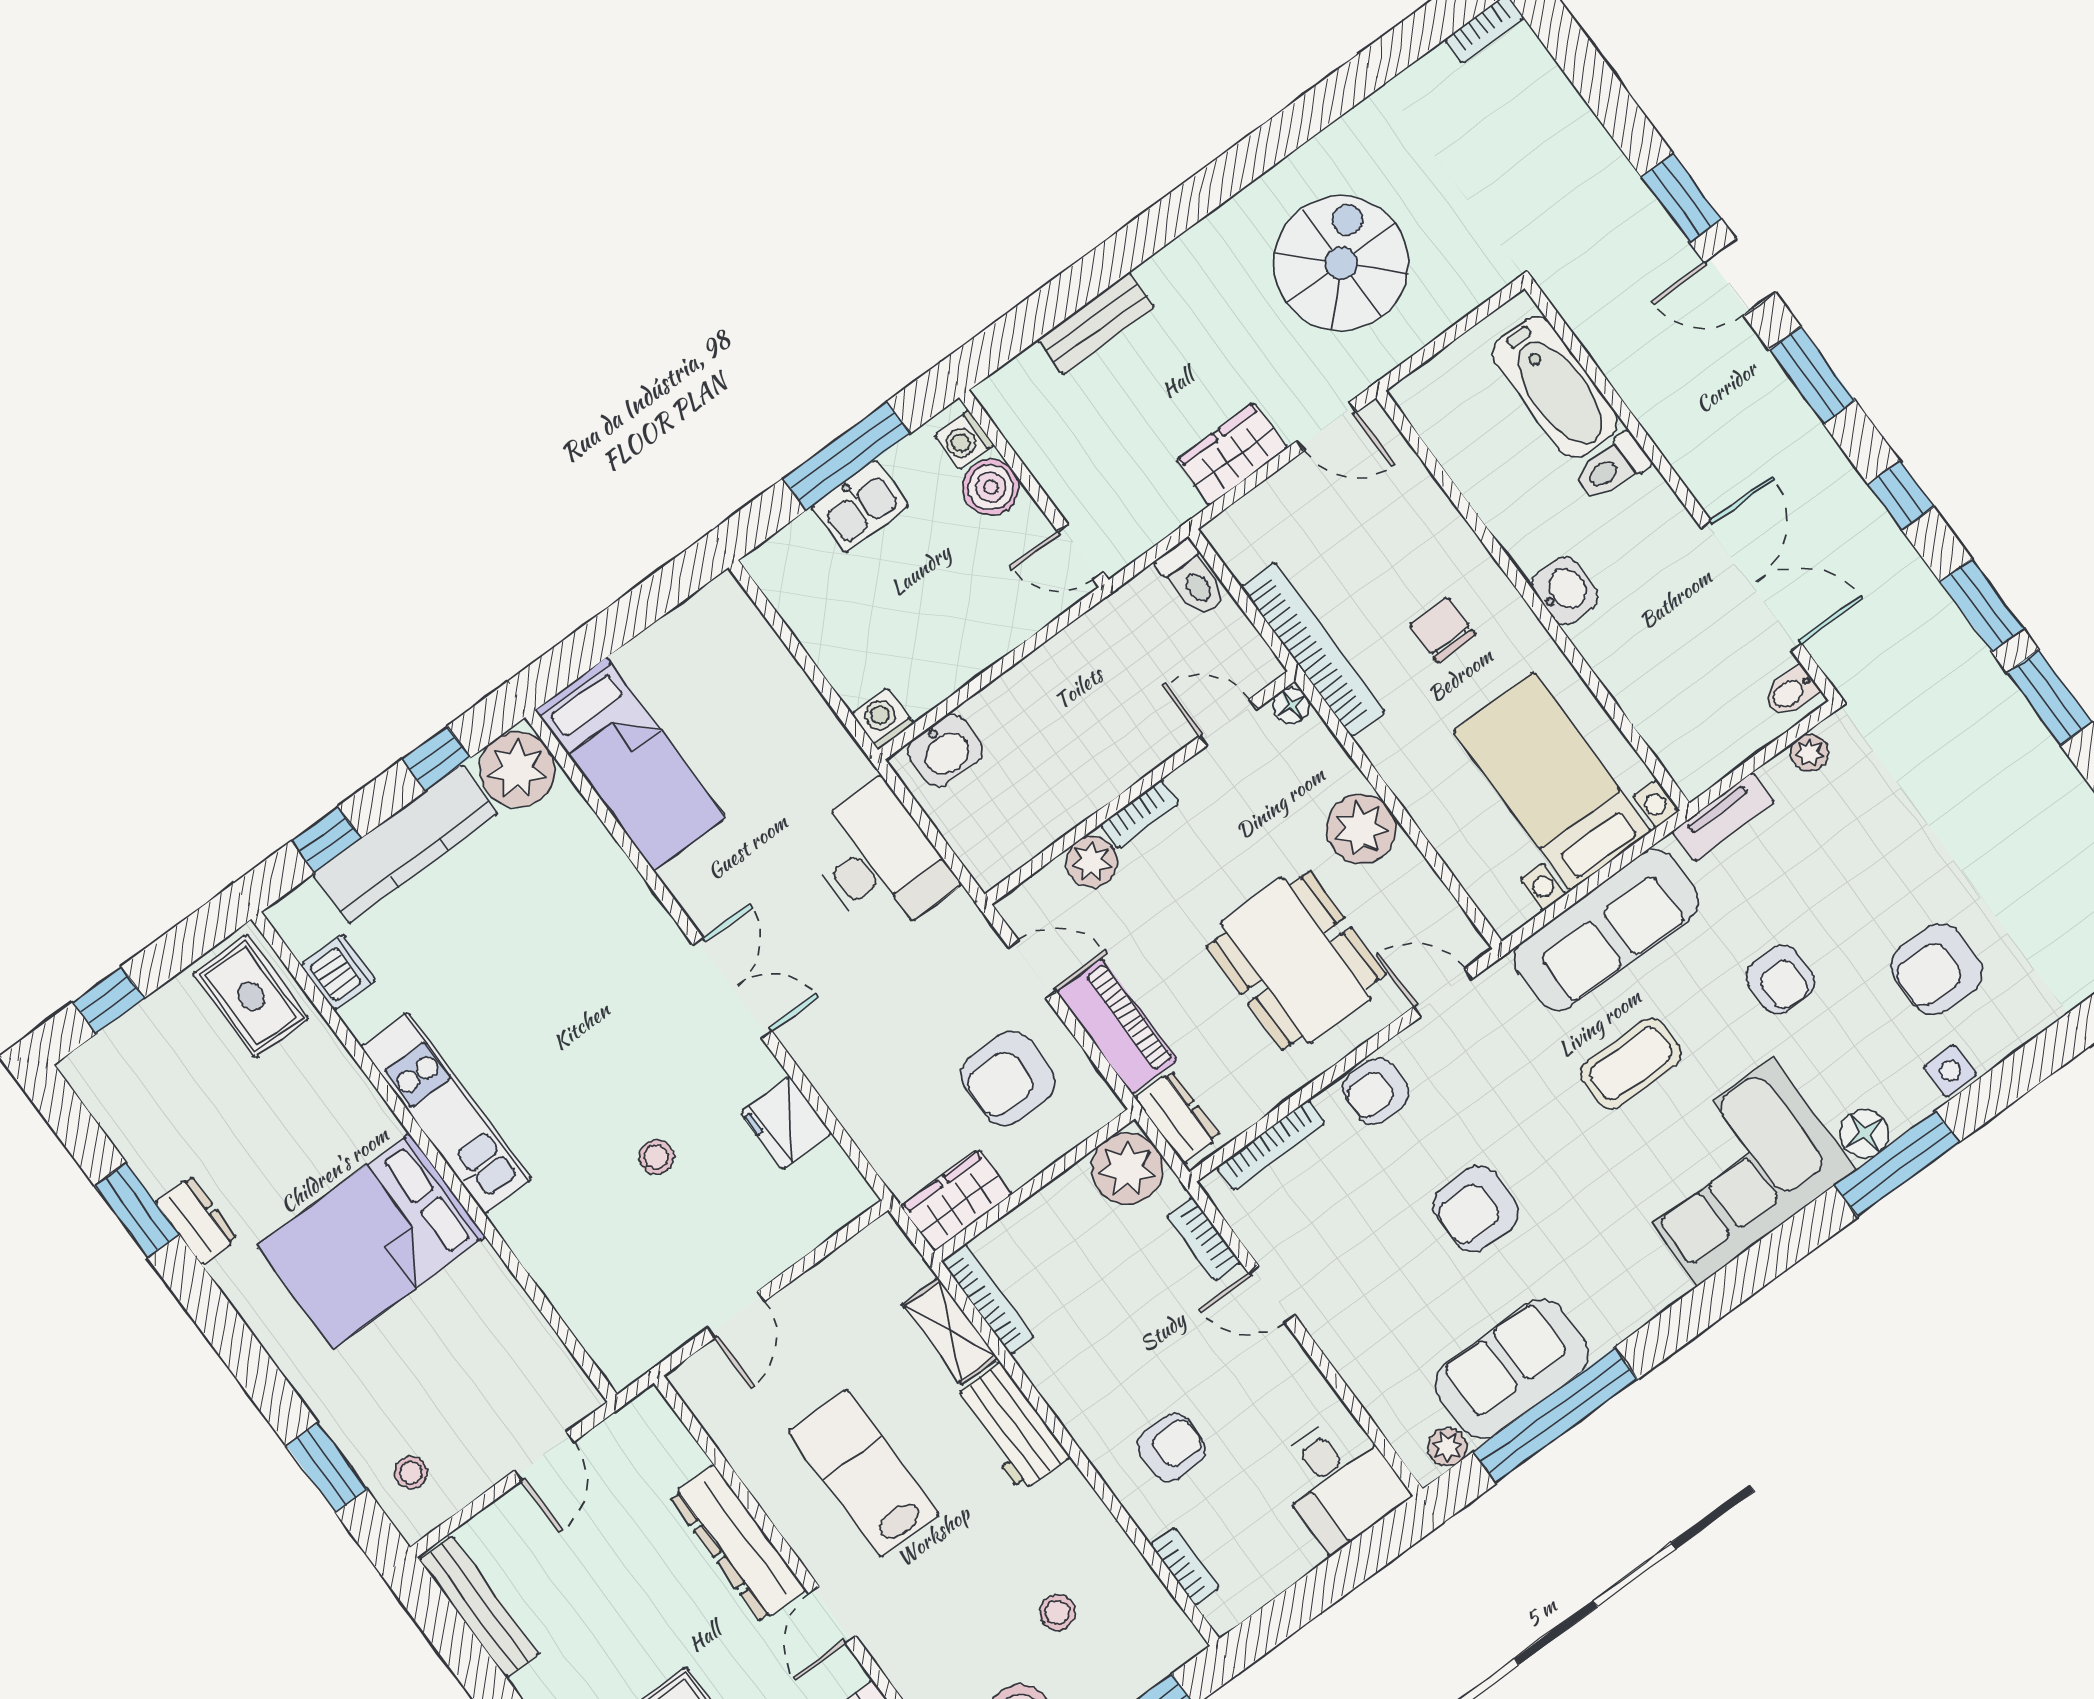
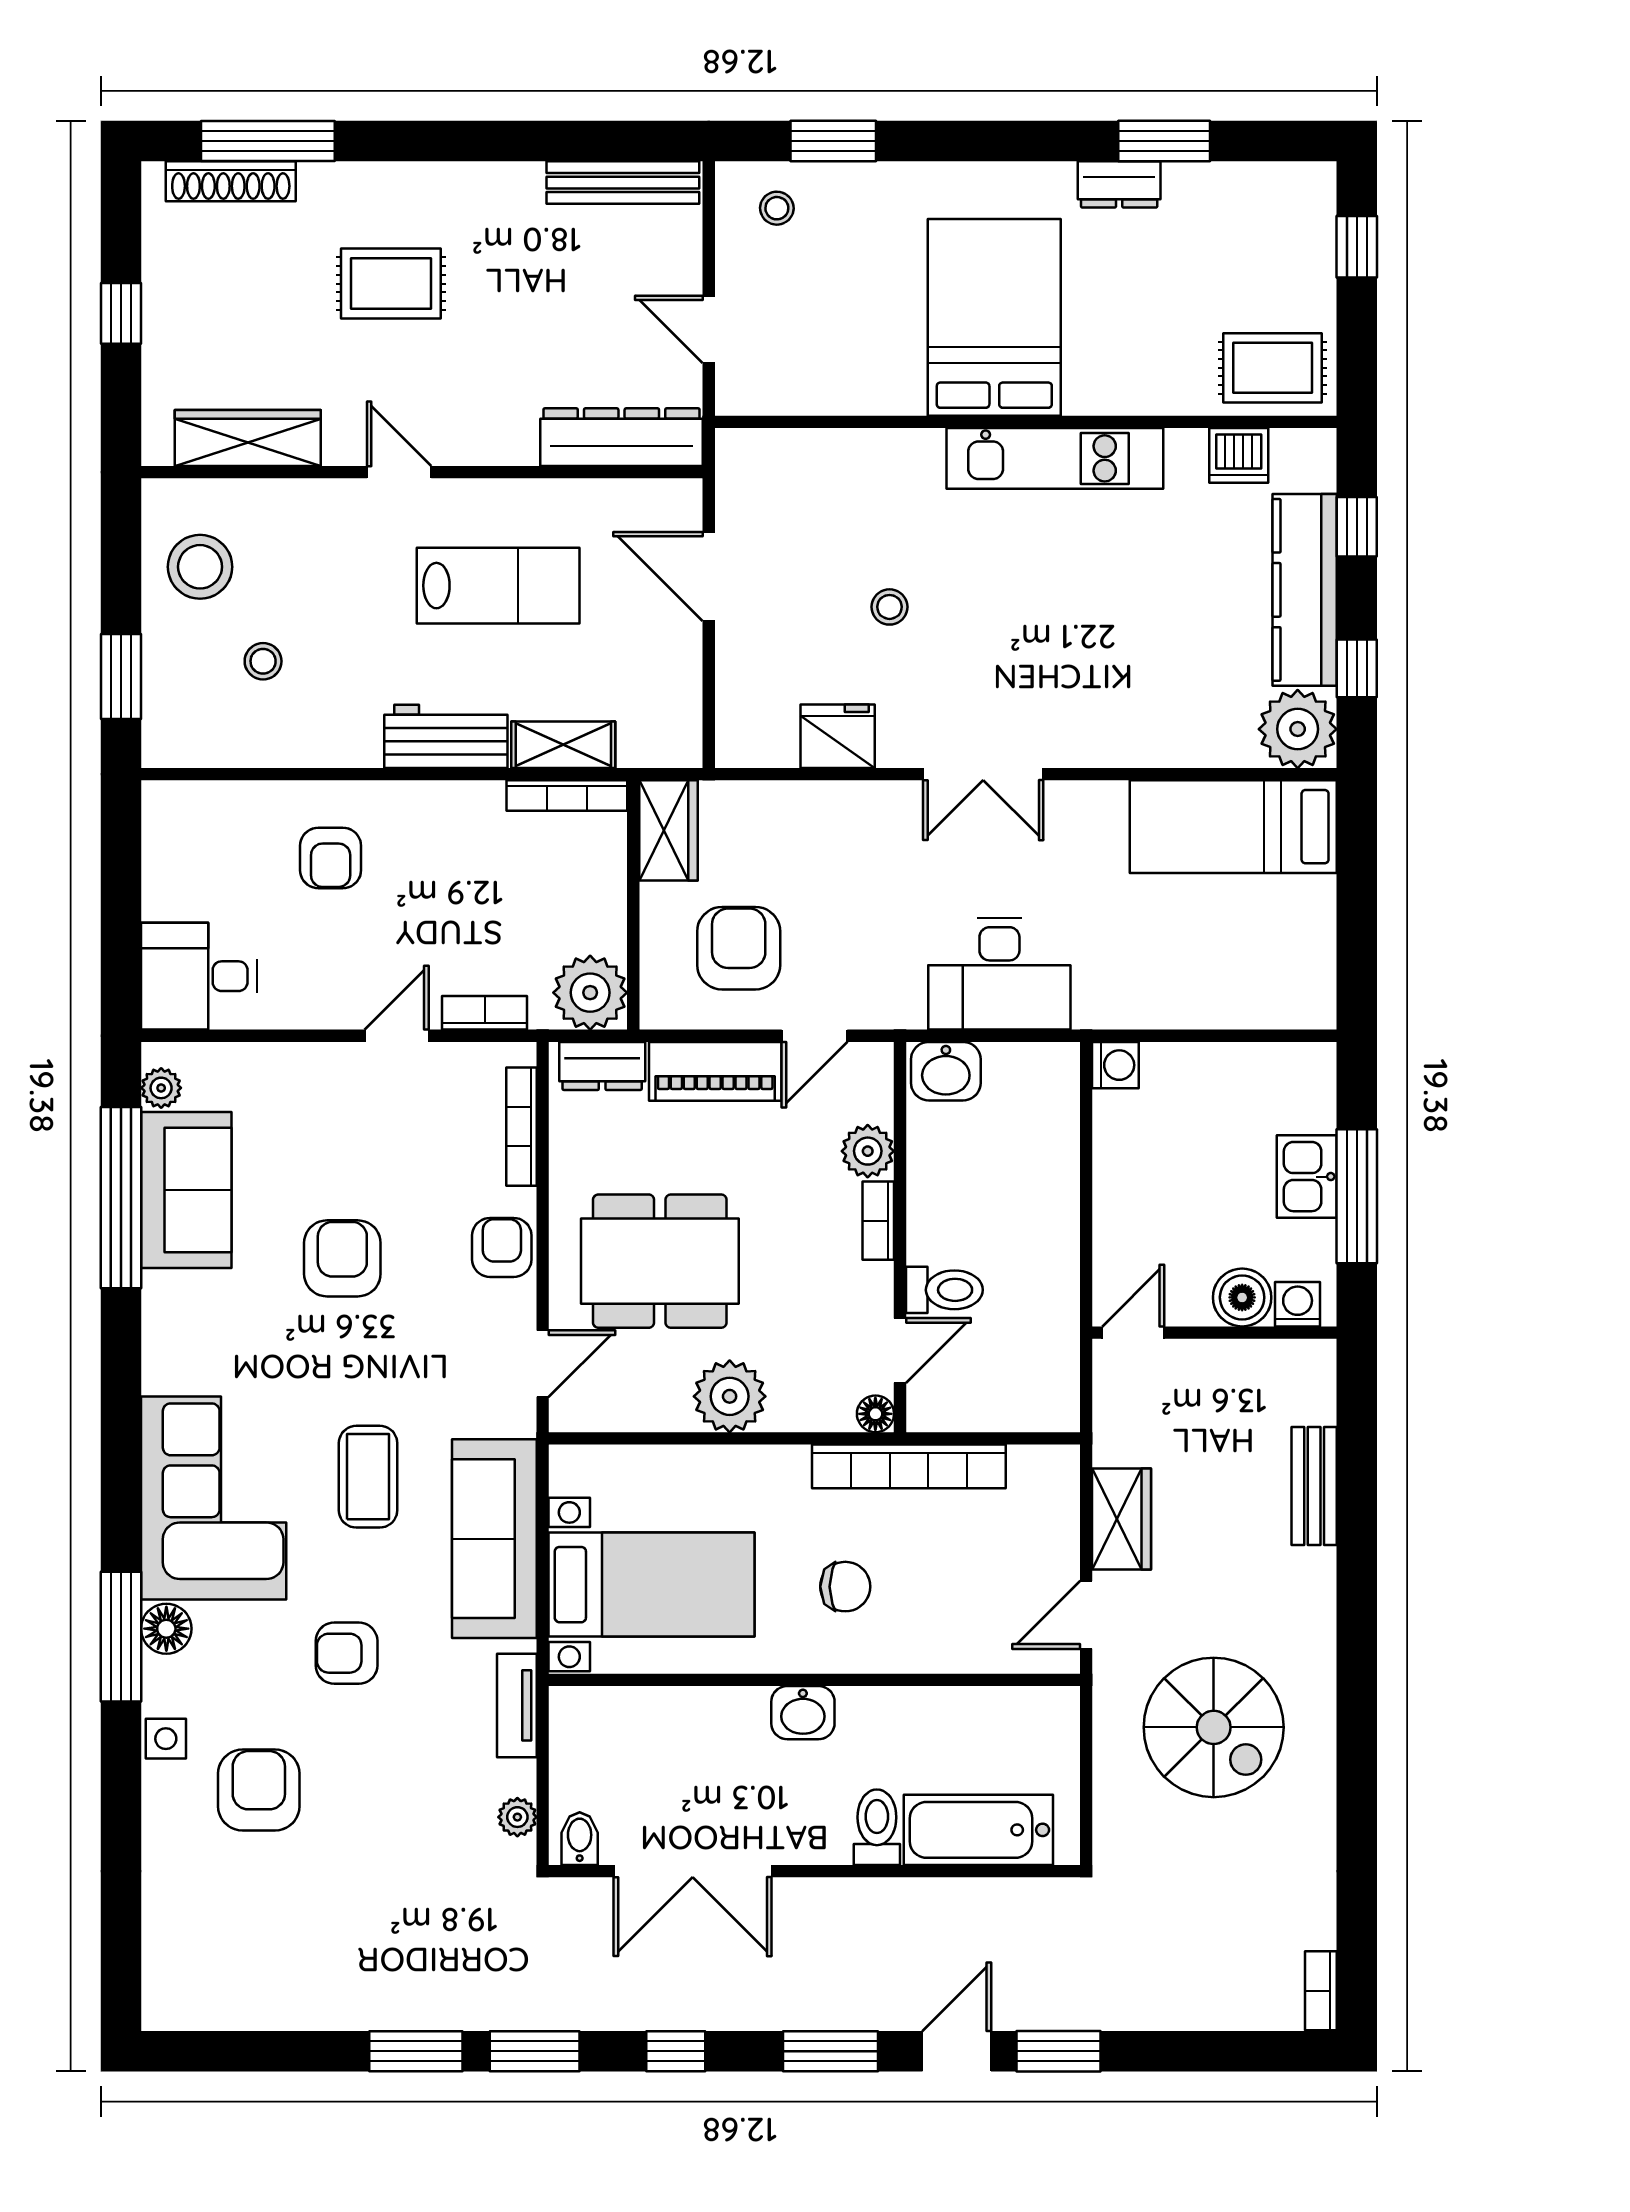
toilet: (1192, 579) -> (944, 1290), moved, turned 180
washbasin: (945, 750) -> (946, 1071), moved, turned -90
door: (736, 1315) -> (709, 576), width x1.38
dresser: (738, 1543) -> (621, 437), moved
bookcase: (1185, 1567) -> (223, 796), removed

